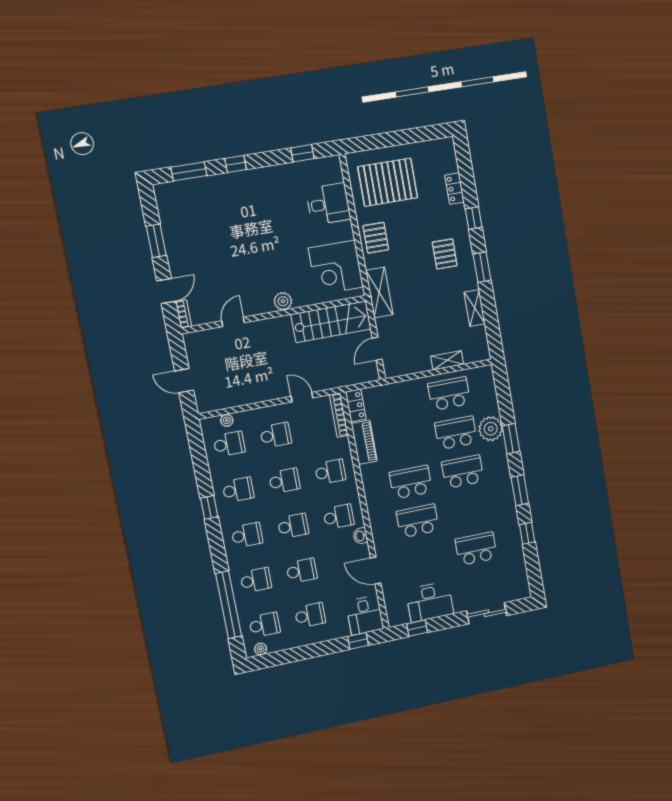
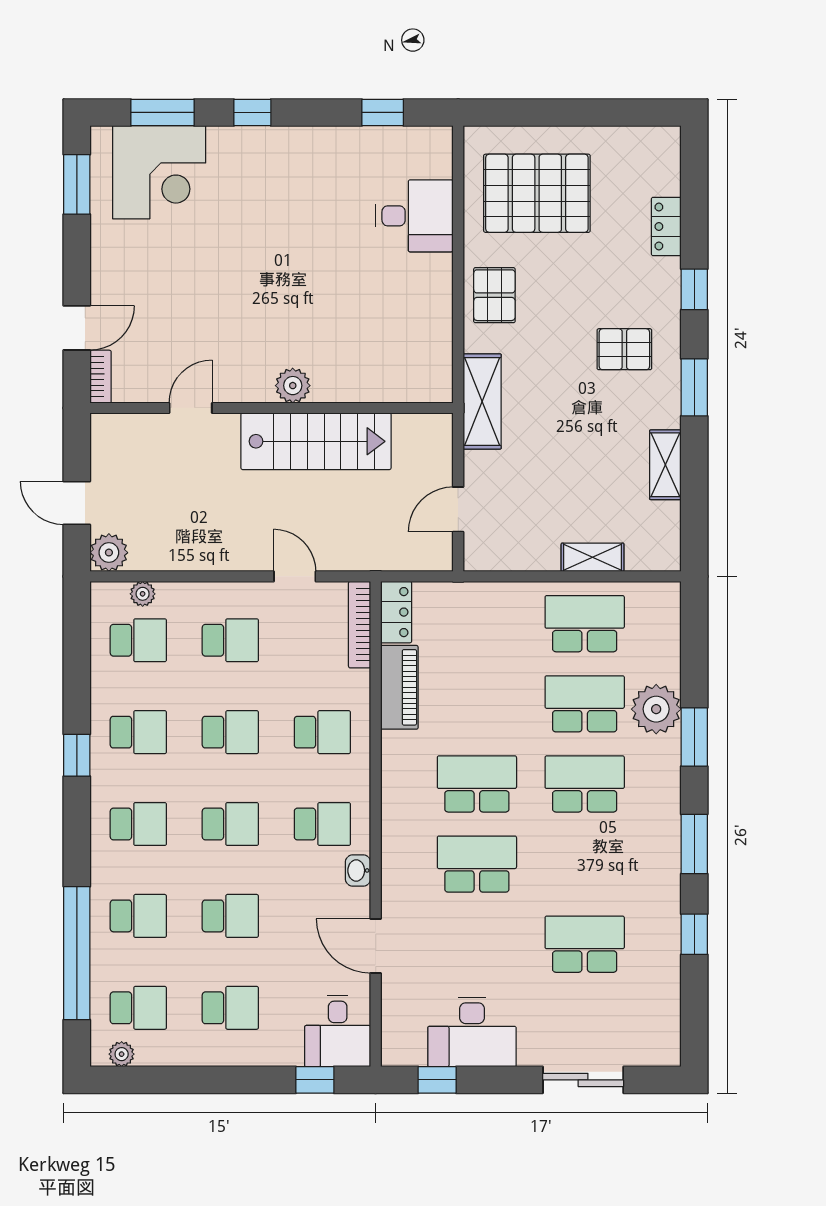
window: (156, 241) -> (77, 184), moved
pallet: (445, 254) -> (624, 349), turned 90
corner desk: (336, 268) -> (159, 172), moved, turned -90
stairs: (331, 322) -> (316, 441), moved
plant: (206, 403) -> (109, 553), added

